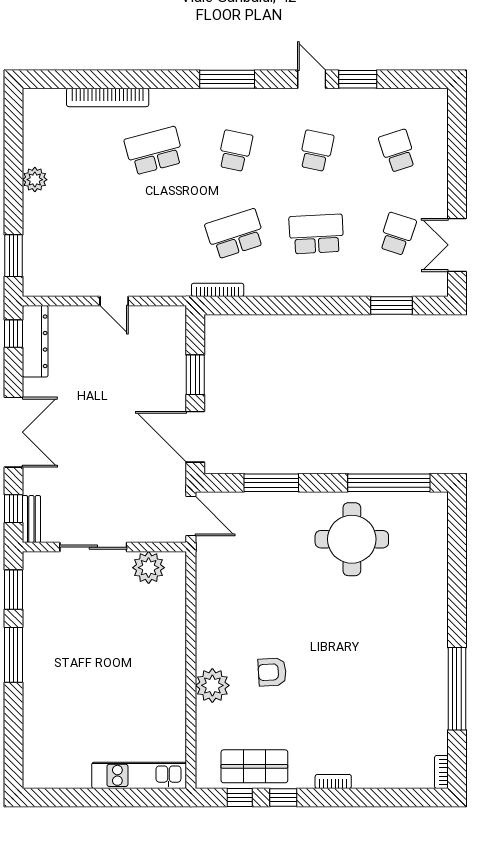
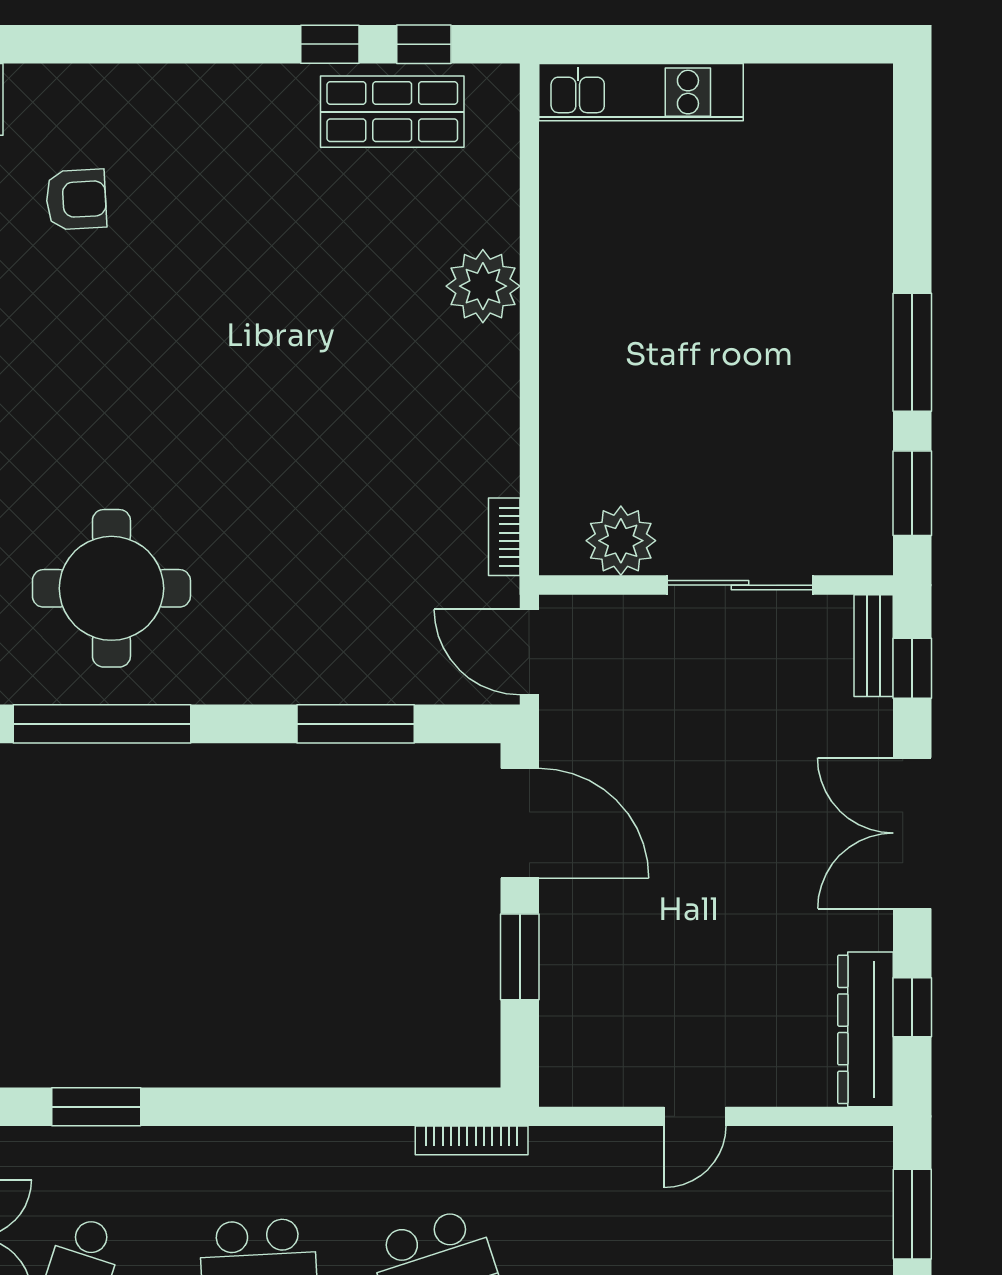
door: (114, 301) -> (695, 1116), swing flipped
window: (14, 334) -> (912, 1007), moved
round table: (352, 539) -> (111, 588), moved
armchair: (272, 672) -> (76, 199), moved
bookcase: (333, 781) -> (504, 537), moved, turned 90

